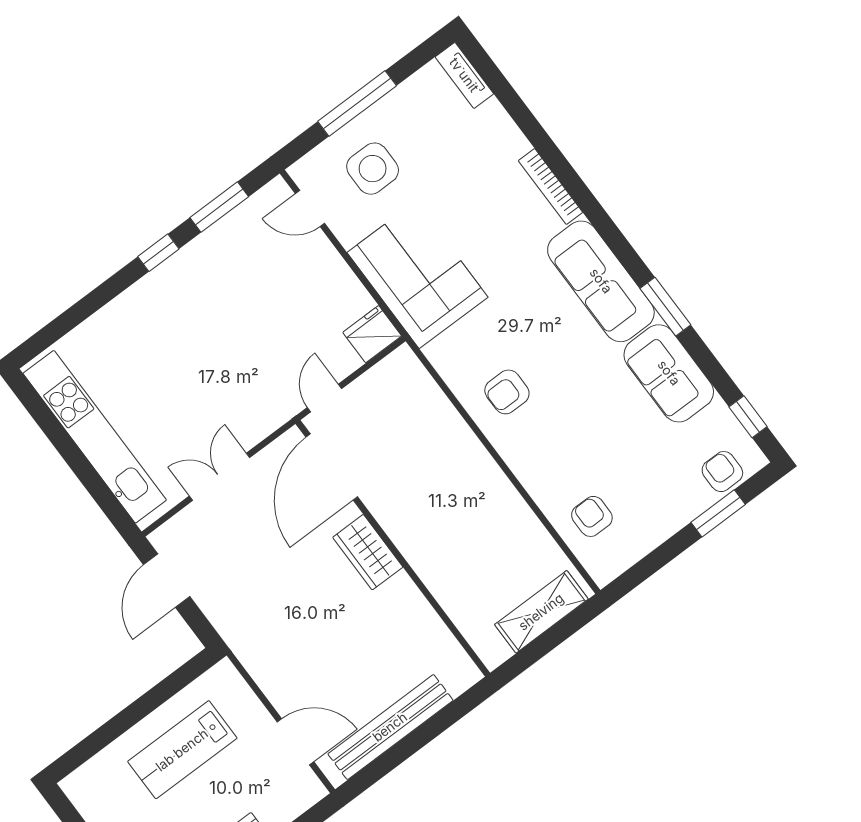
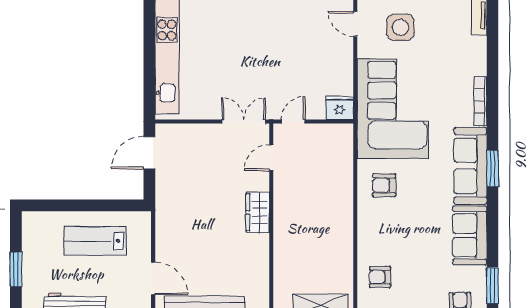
corner sofa: (417, 275) -> (393, 109), width x1.36, depth x1.36
window: (665, 307) -> (493, 169), moved
window: (748, 417) -> (493, 286), width x1.50
door: (332, 467) -> (271, 158), width x0.53
double door: (220, 477) -> (244, 122), moved
armchair: (592, 516) -> (380, 277), turned -90

